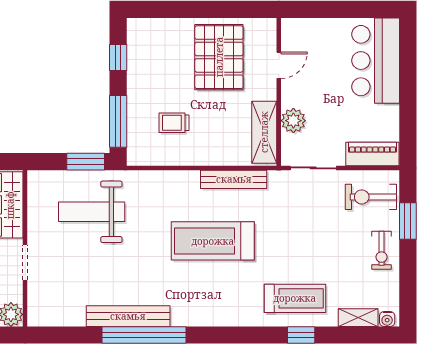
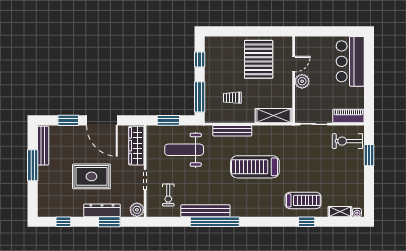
plant: (293, 121) -> (302, 81), moved
shelving: (264, 132) -> (274, 116), moved, turned 90
window: (86, 162) -> (168, 120), moved
bench: (234, 179) -> (232, 131), moved
exercise bike: (381, 250) -> (168, 195), moved

